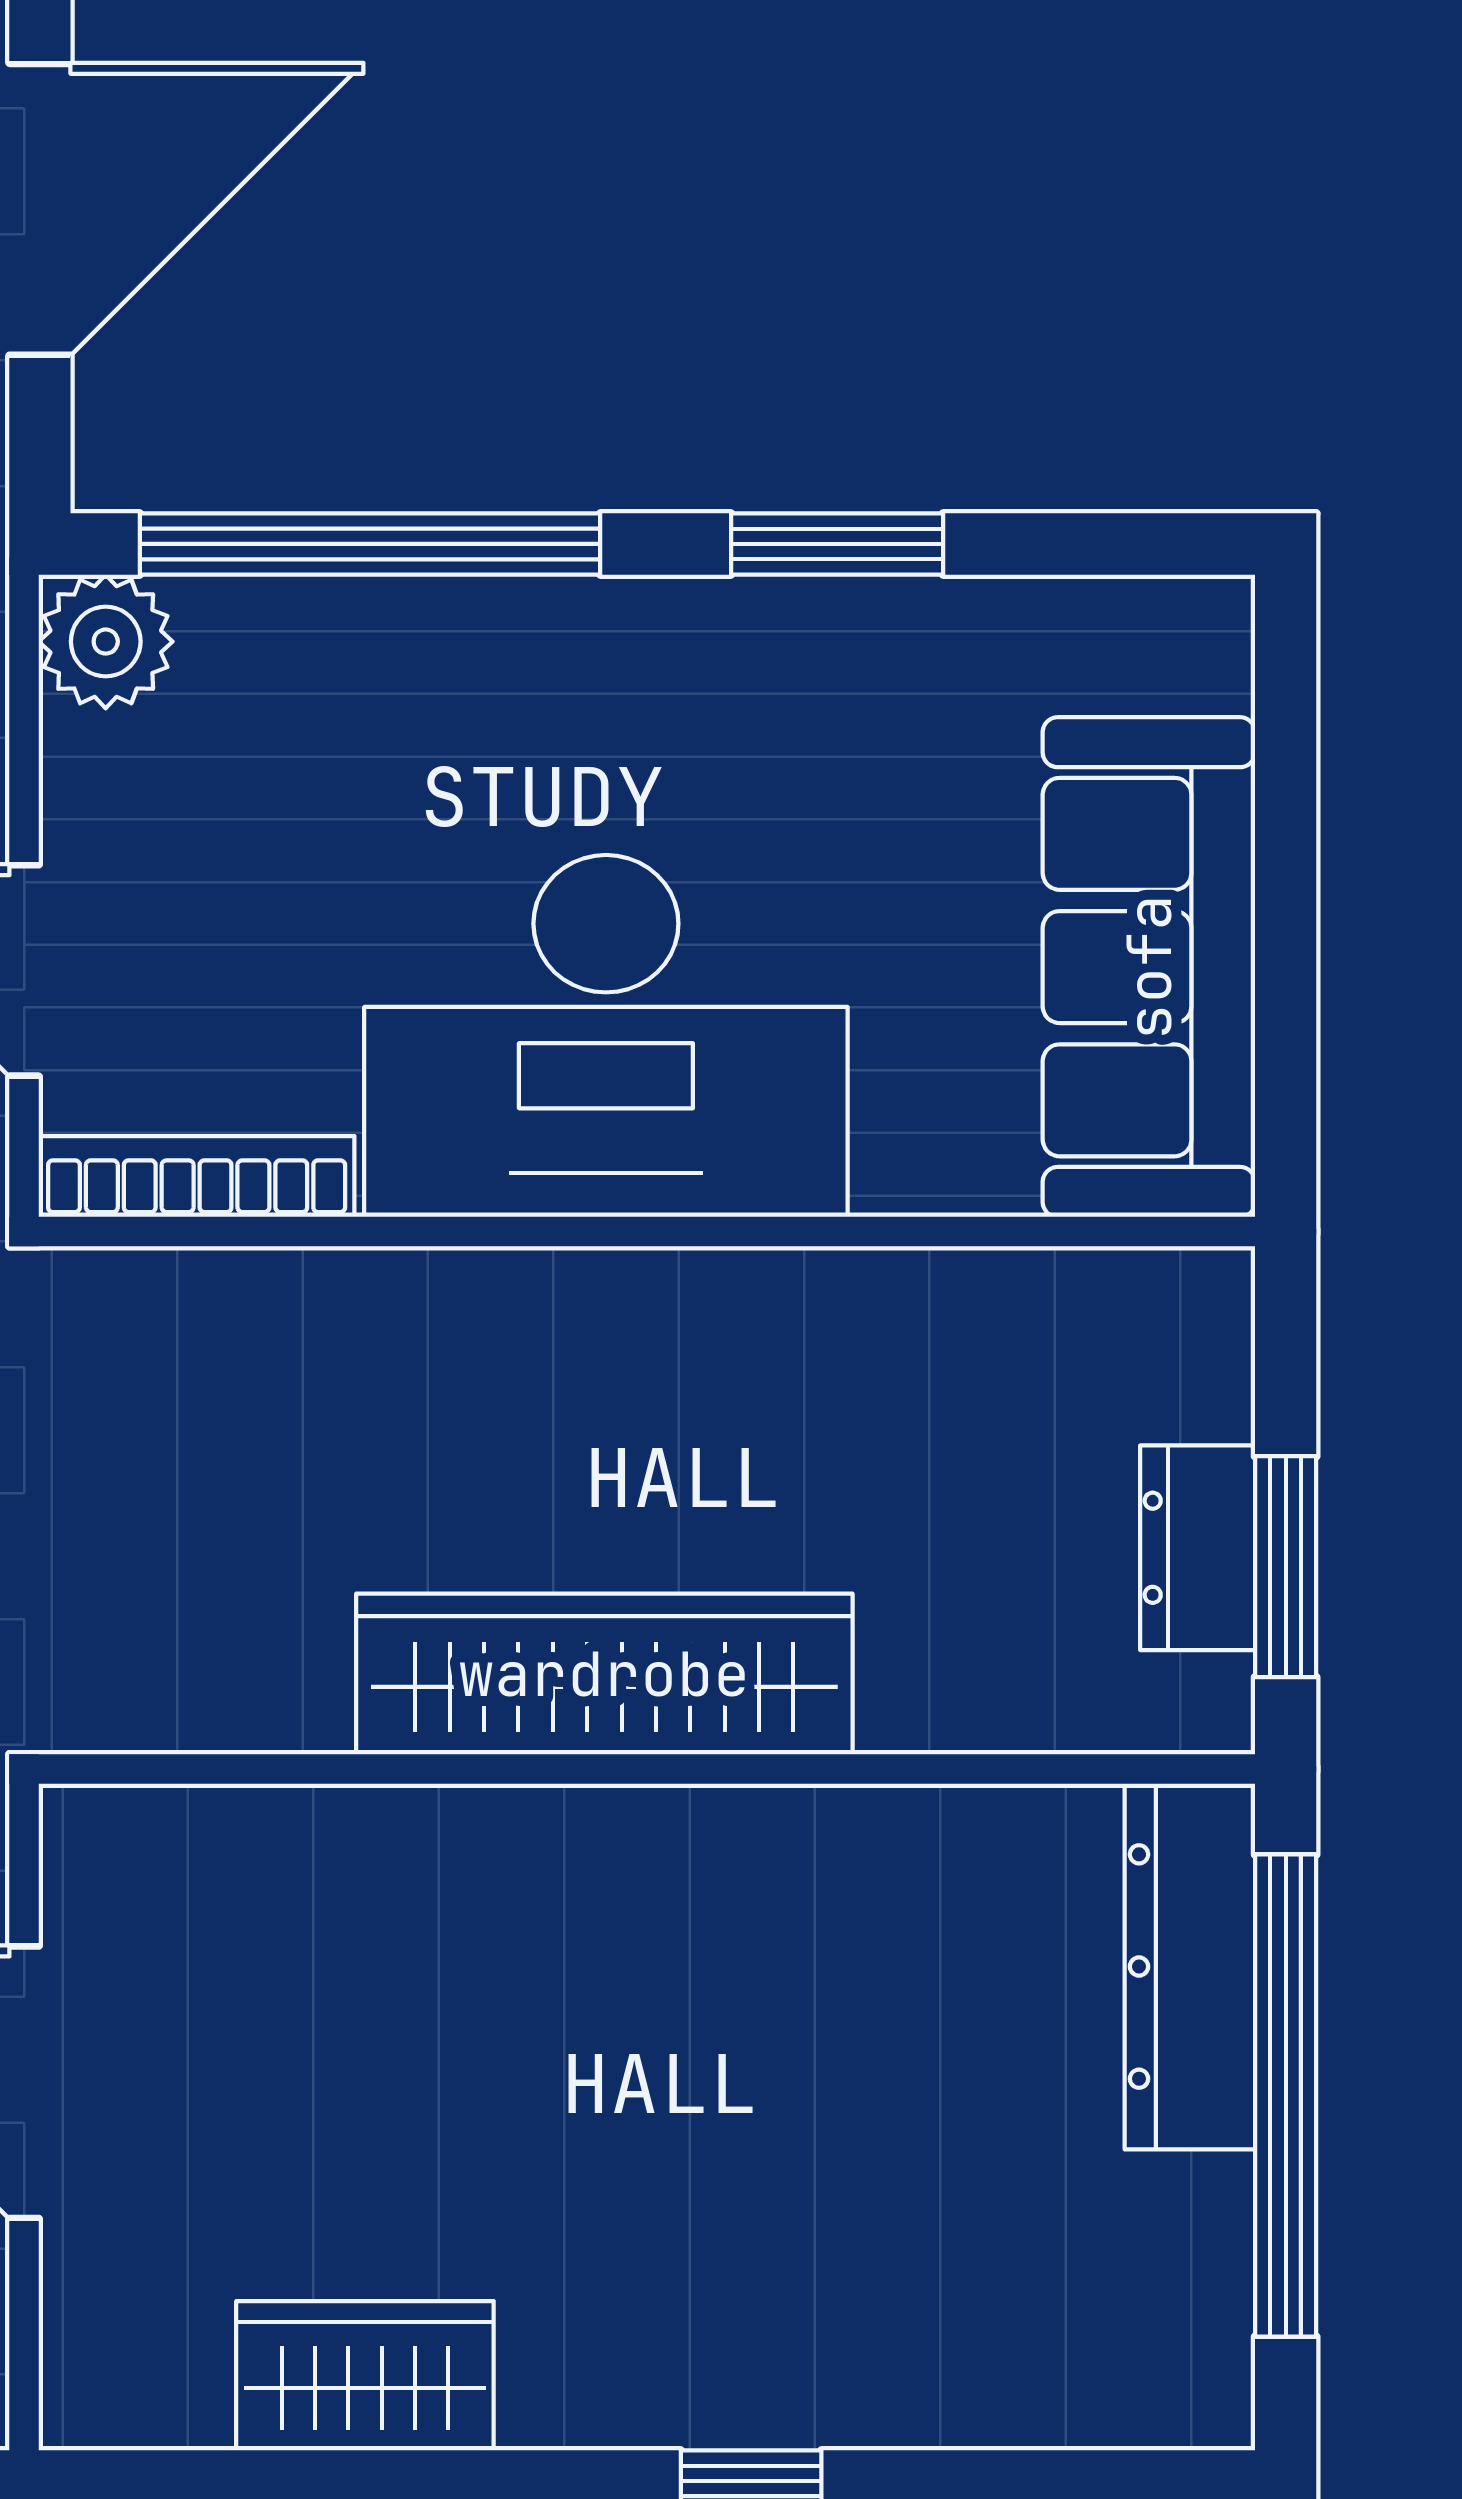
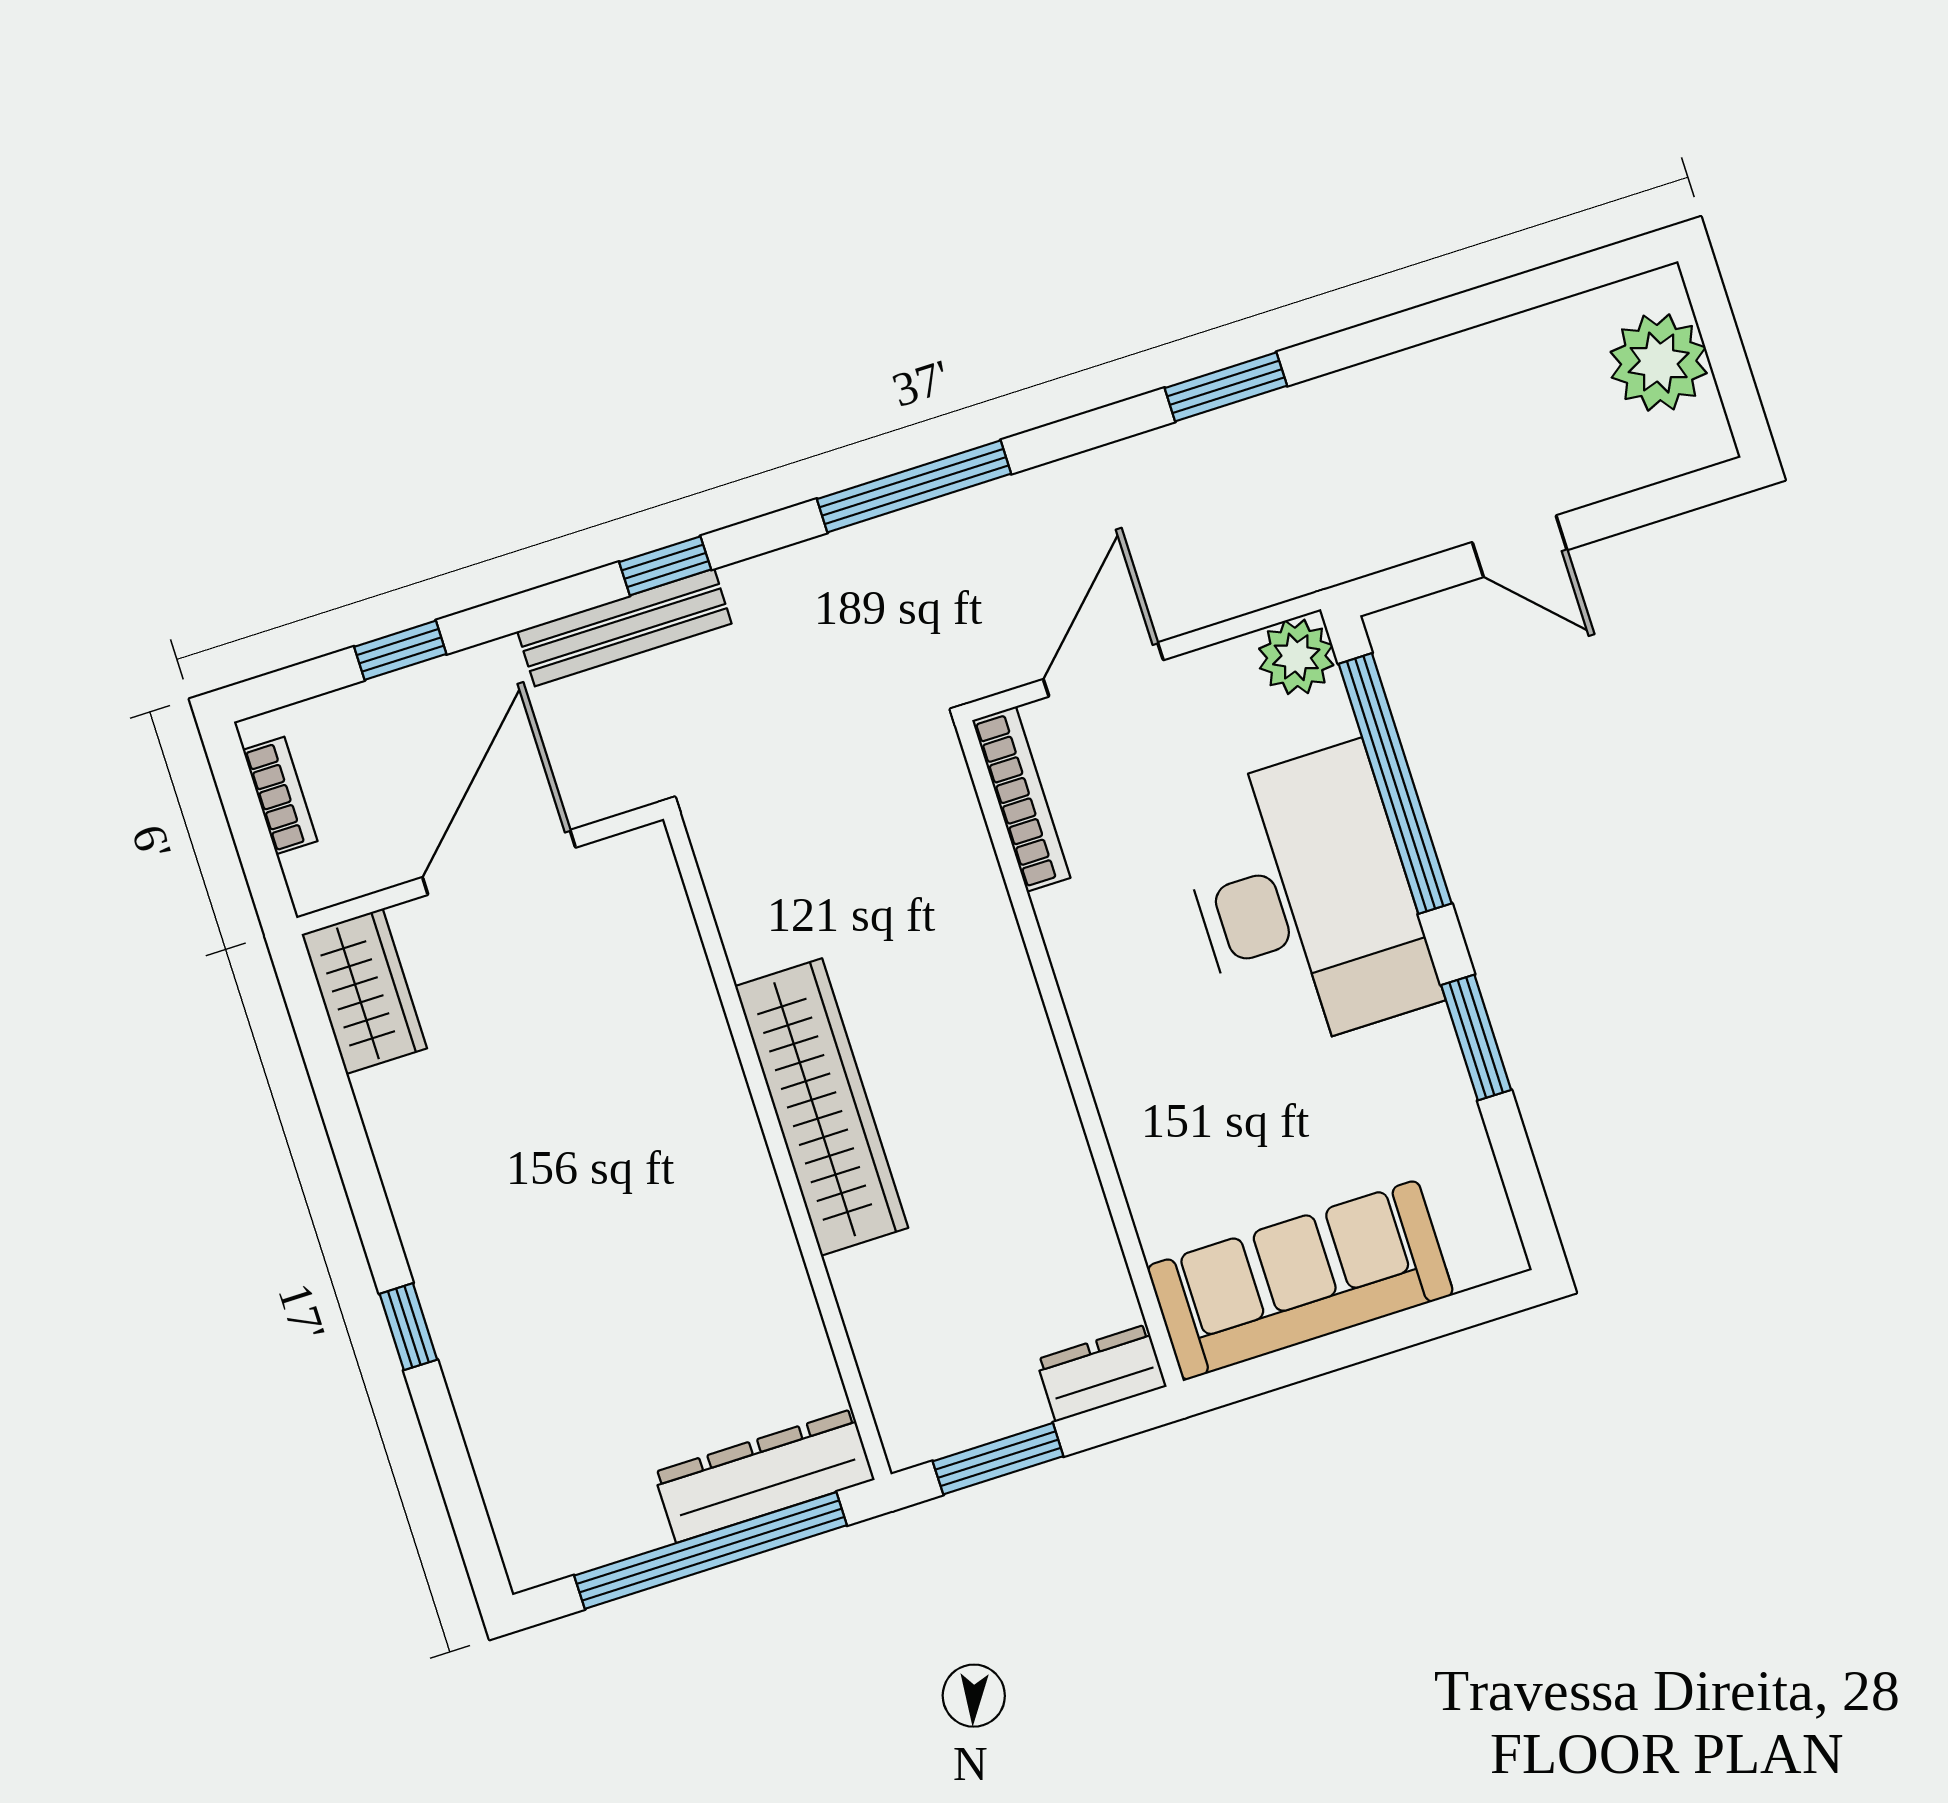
door: (40, 209) -> (1520, 546), width x0.53
desk: (606, 1036) -> (1306, 900), moved, turned 180
dresser: (1198, 1548) -> (1101, 1373), moved
wardrobe: (365, 2376) -> (364, 991), moved

